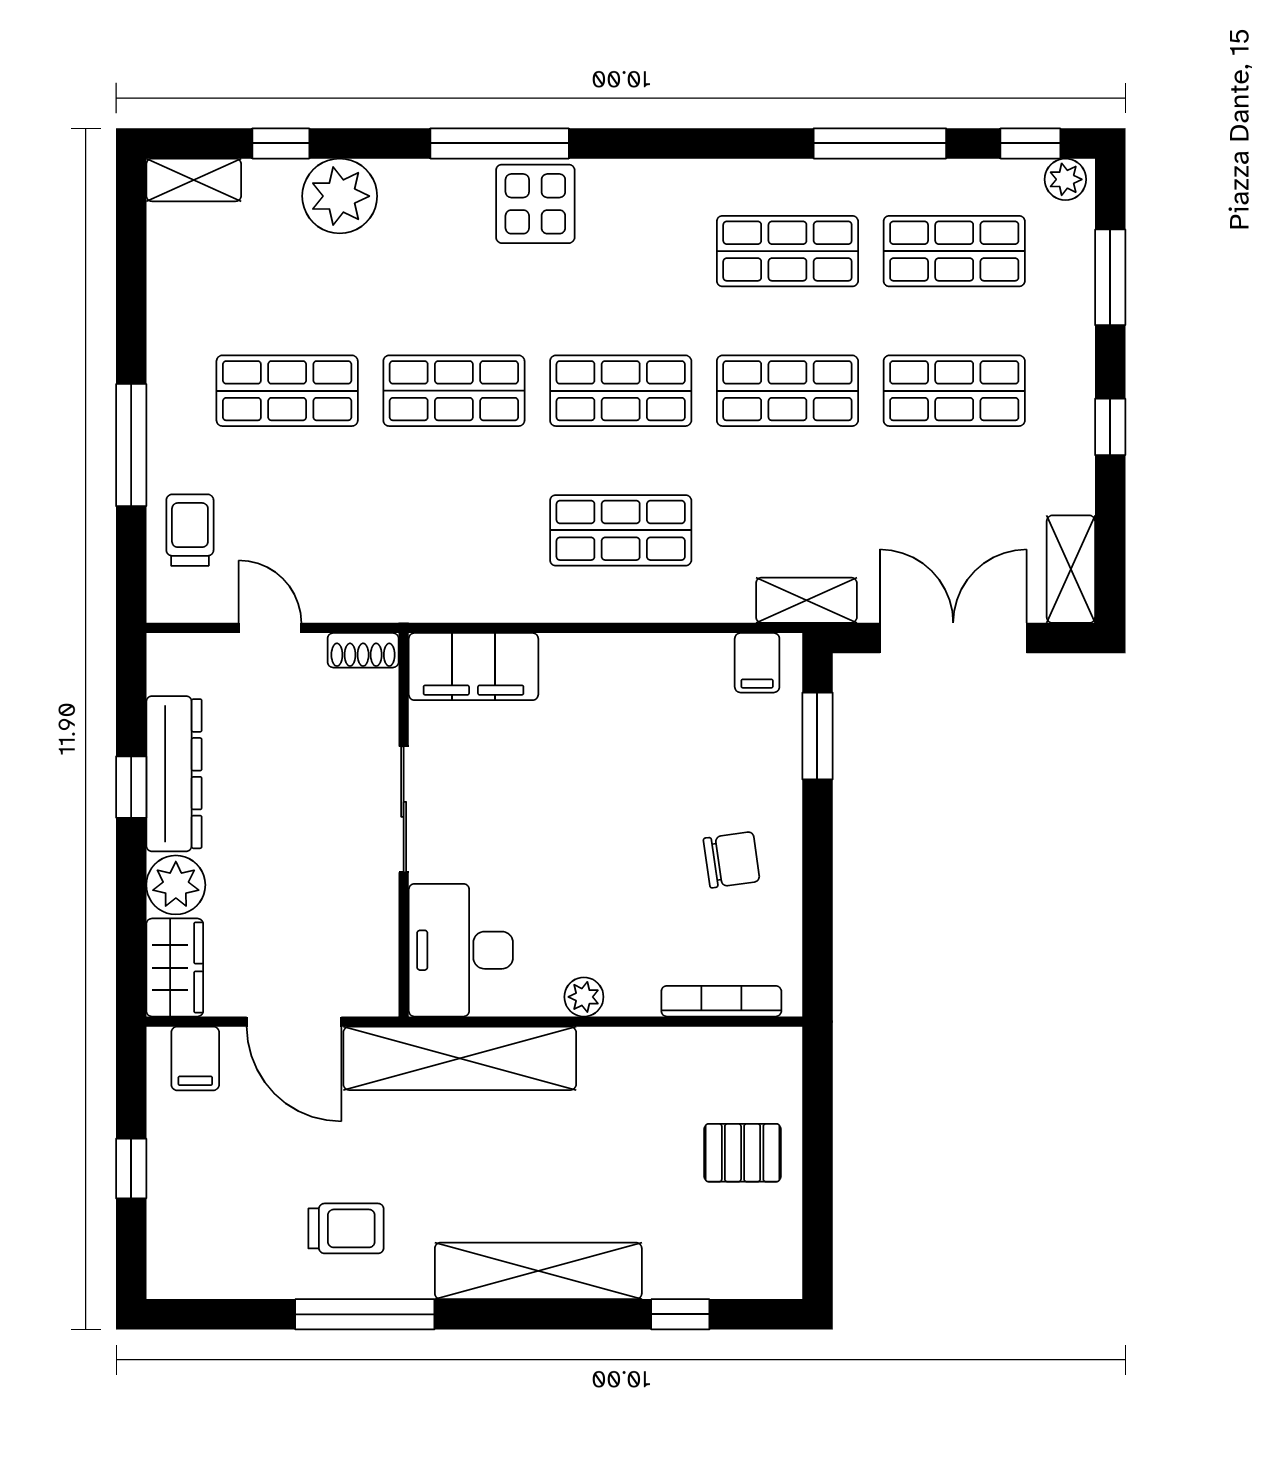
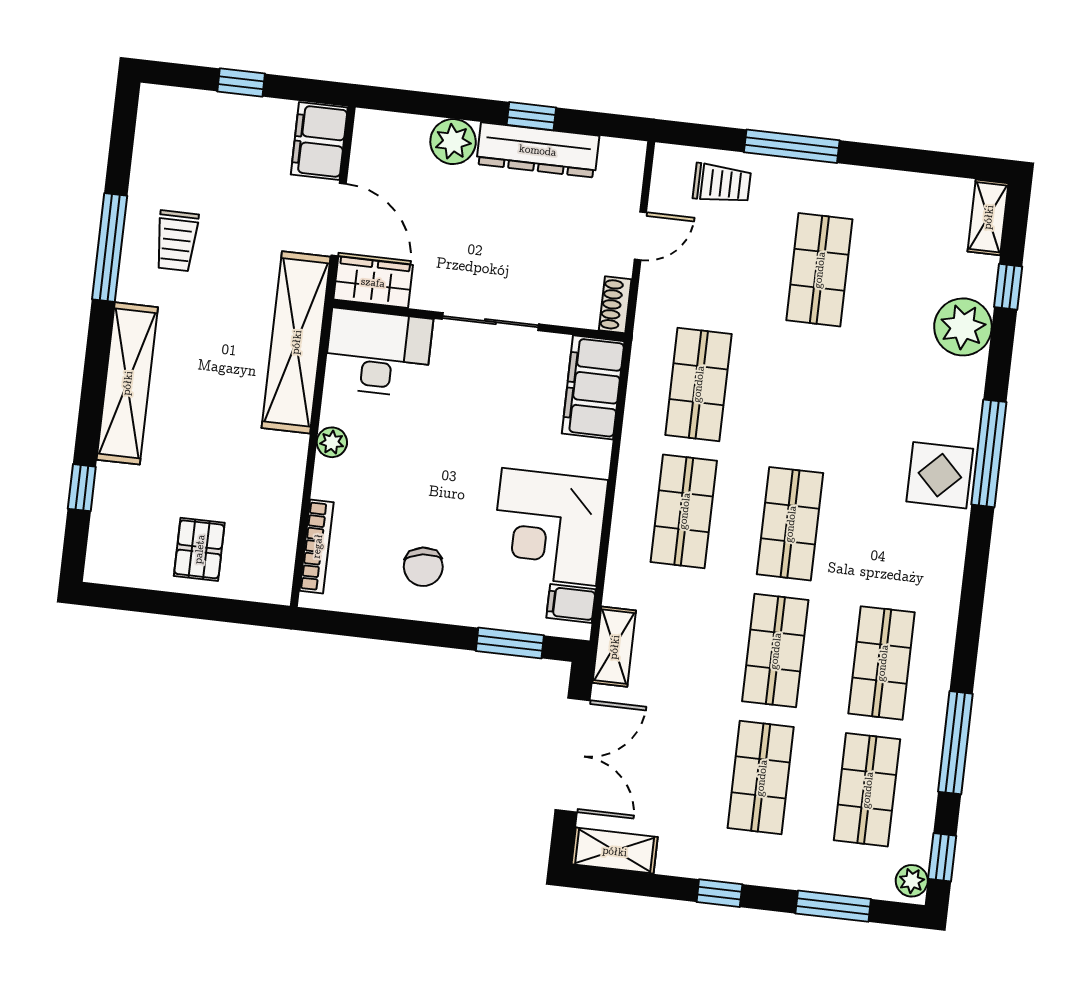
shop shelf: (454, 391) -> (698, 384), moved
corner desk: (661, 703) -> (549, 527), added
wardrobe: (175, 968) -> (373, 282), moved, turned 180
door: (294, 1022) -> (339, 220), swing flipped
filing cabinet: (195, 1058) -> (319, 141), width x2.00

